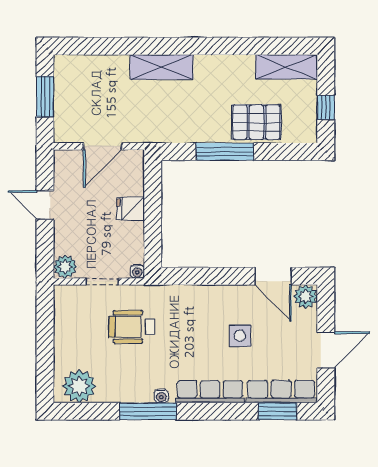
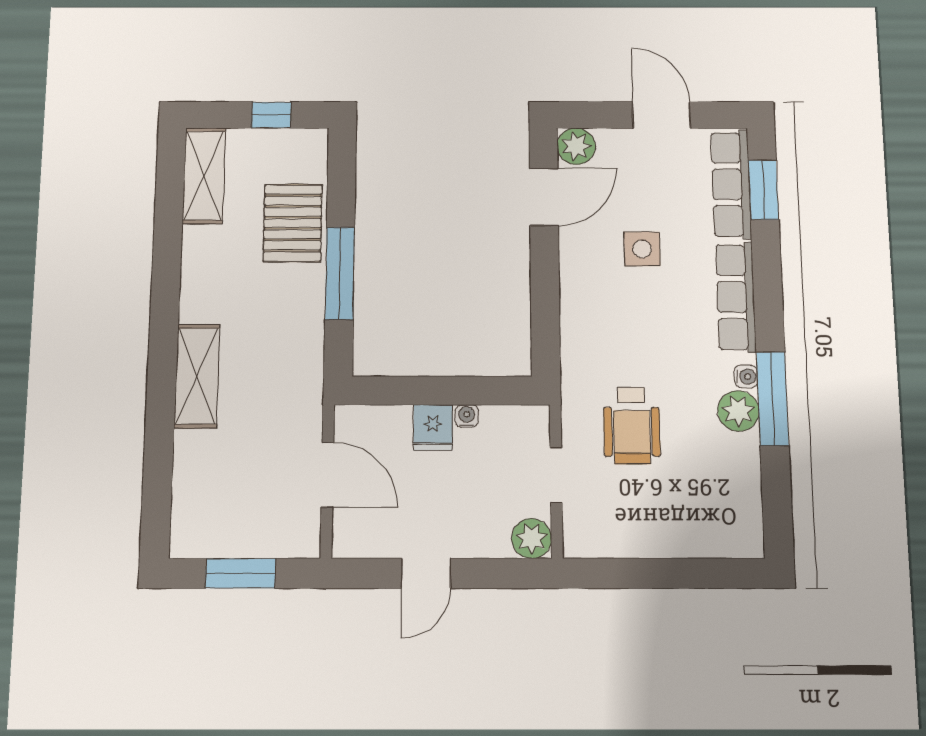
water cooler: (137, 271) -> (467, 416), moved, turned -90
plant: (79, 386) -> (738, 411), moved, width x0.73, depth x0.73

